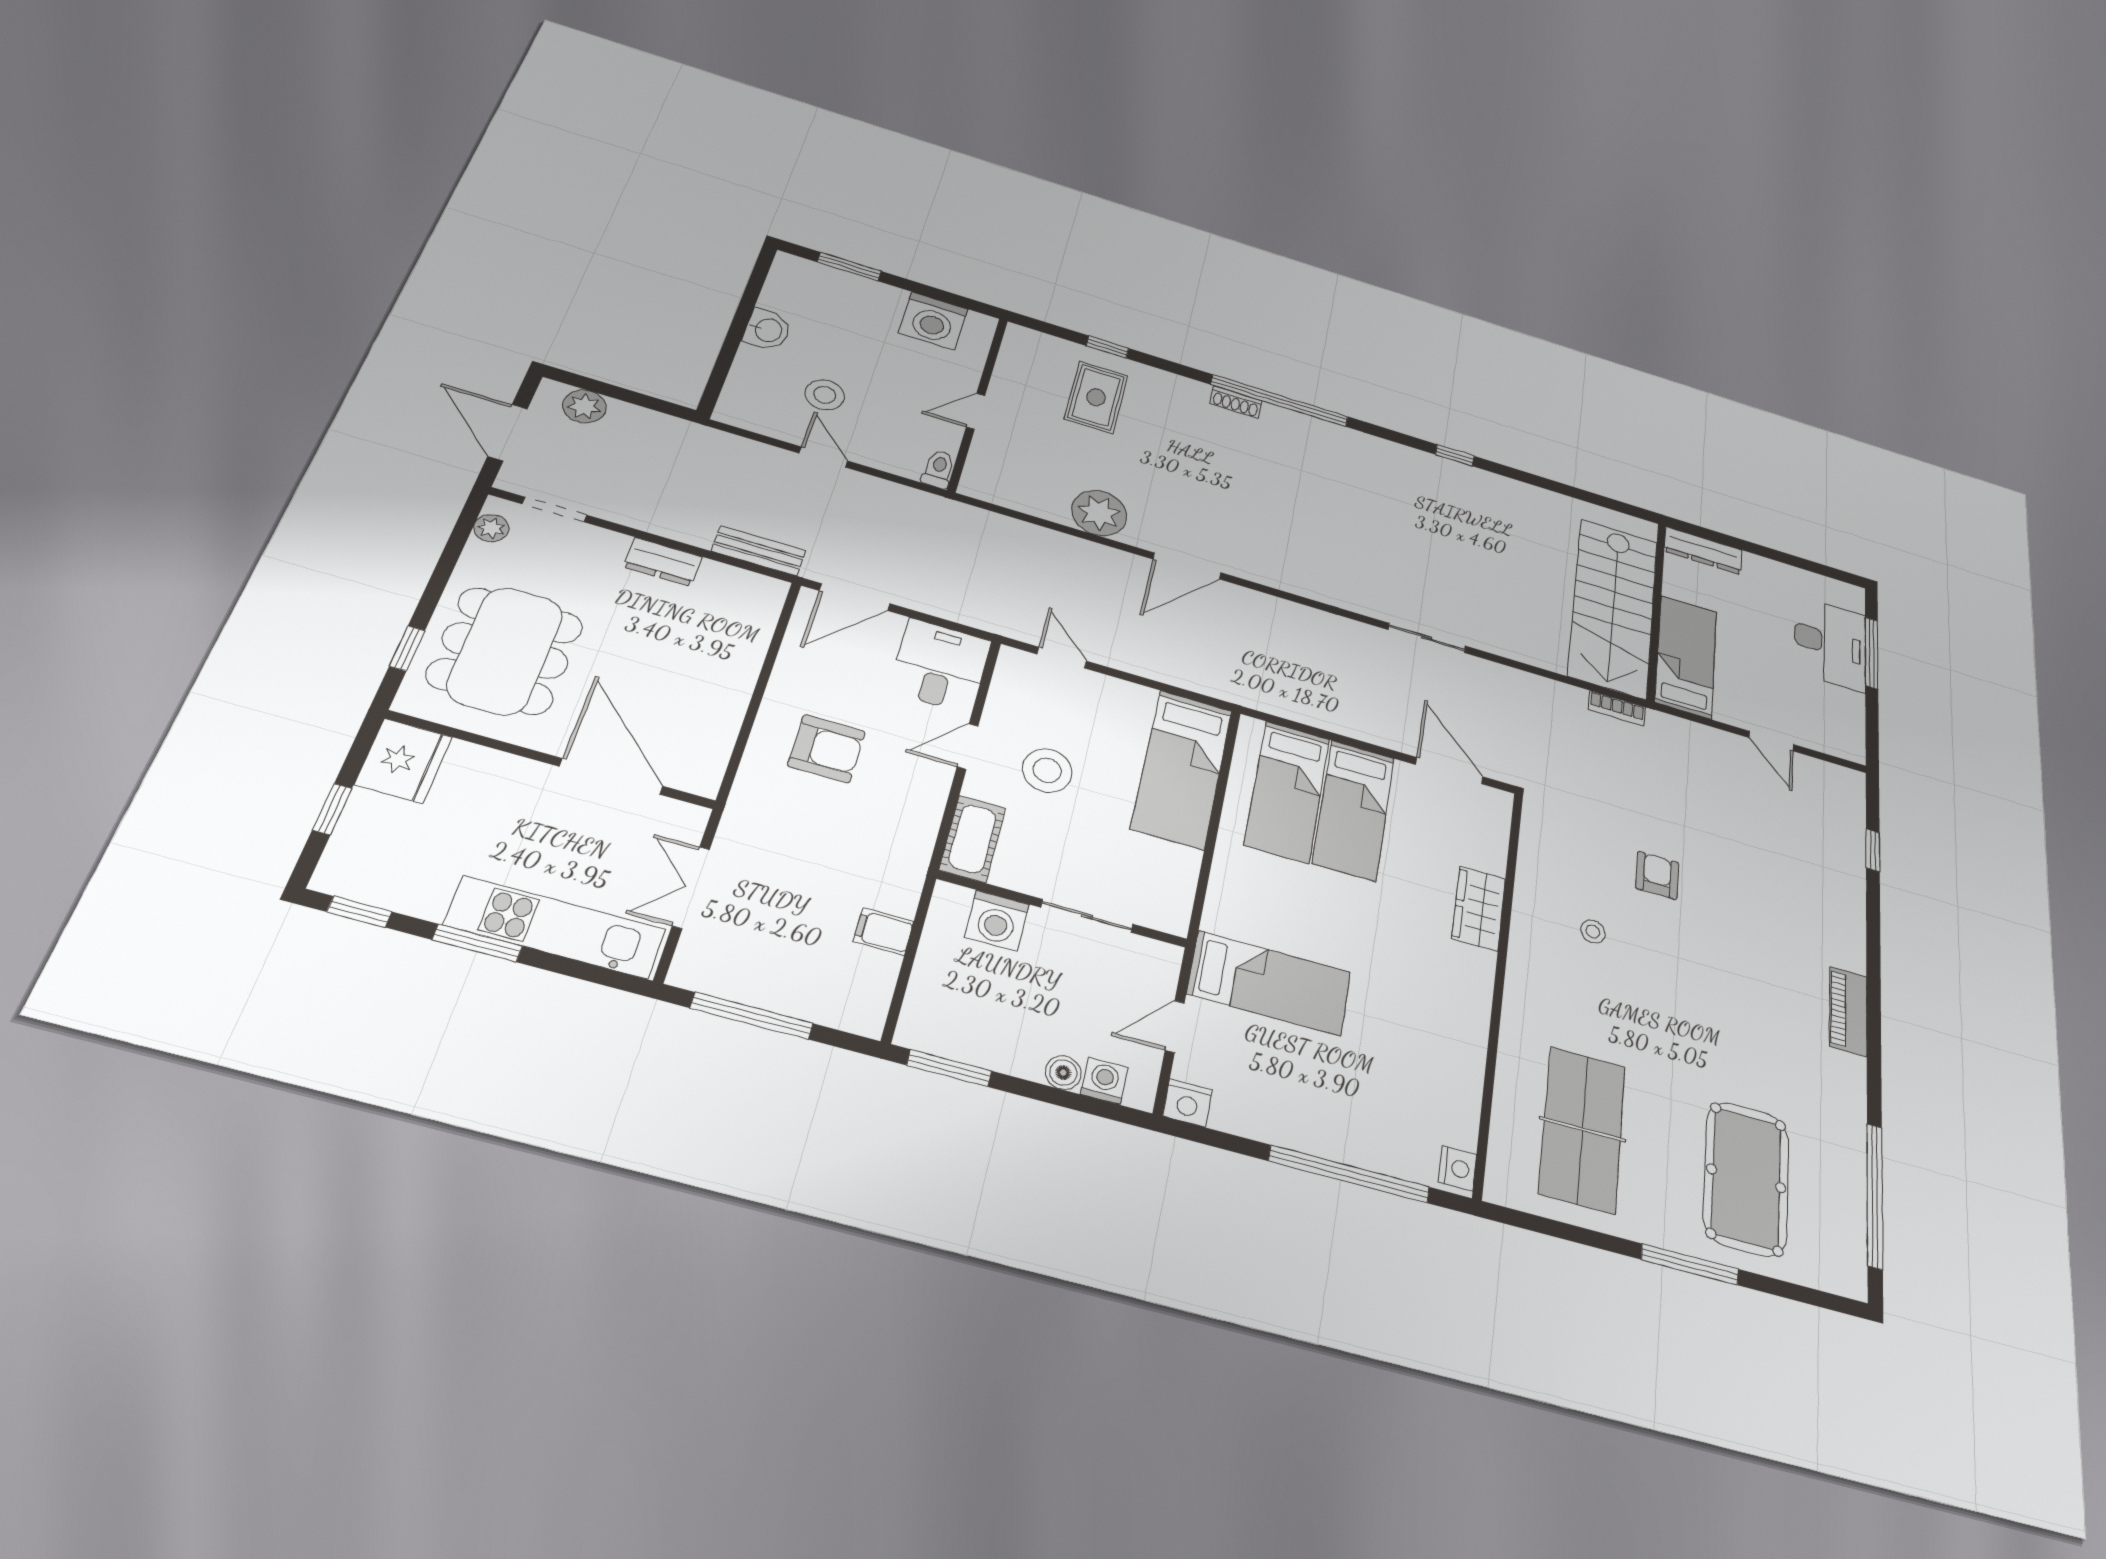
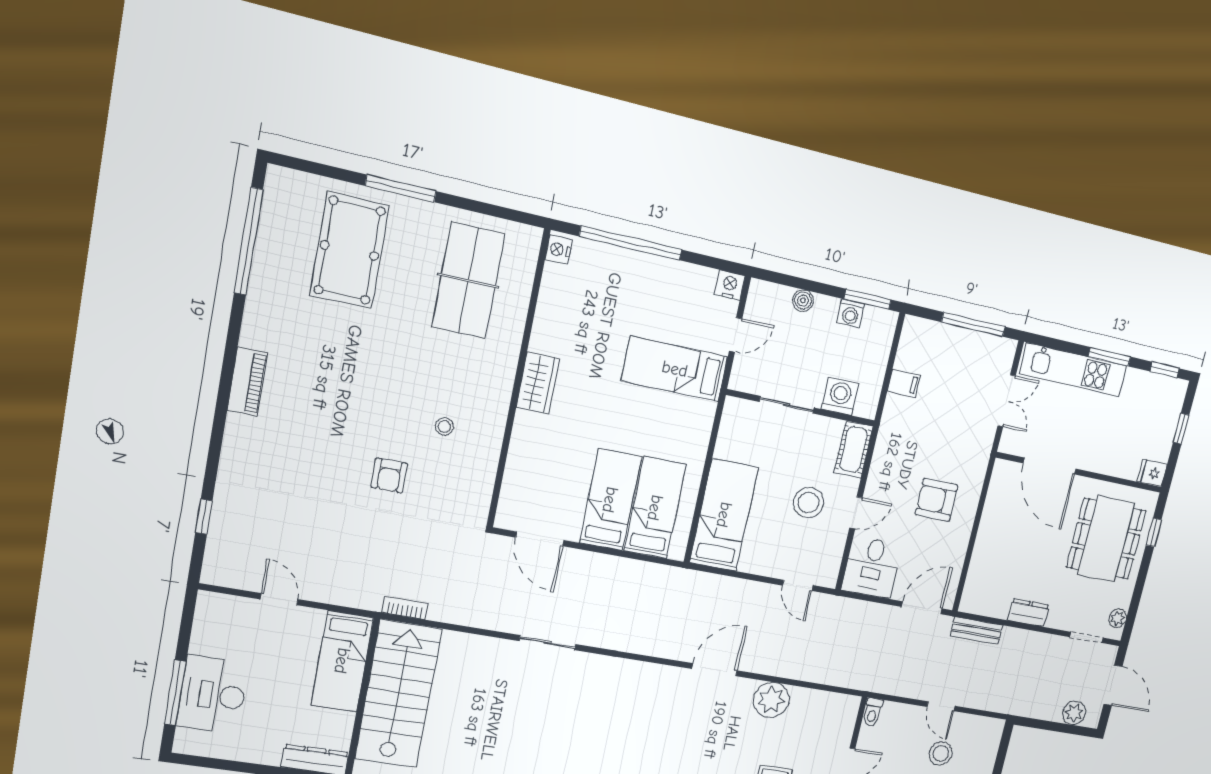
fridge: (404, 761) -> (1152, 473), width x0.53, depth x0.75
wardrobe: (1479, 908) -> (538, 383), moved
washing machine: (1104, 1081) -> (851, 313), moved

